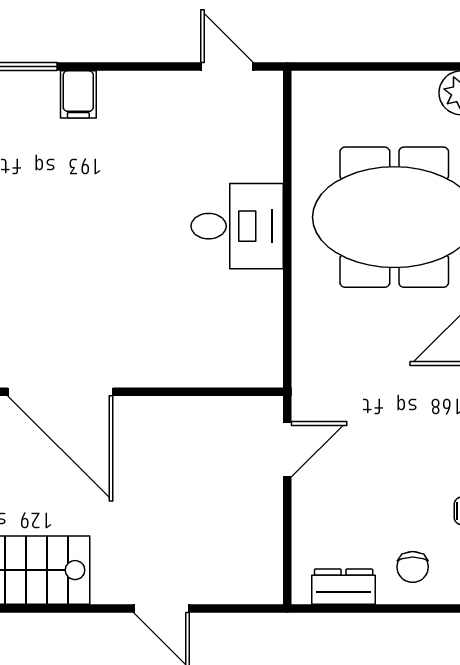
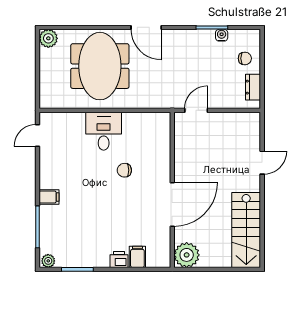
chair: (143, 276) -> (124, 170), added
door: (287, 449) -> (196, 110), hinge flipped

